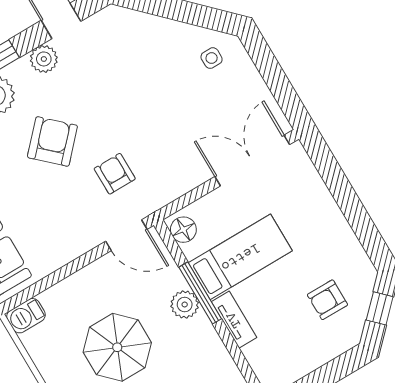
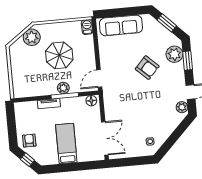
plant: (44, 59) -> (182, 107), moved
armchair: (115, 174) -> (124, 85), removed
bed: (240, 257) -> (66, 144), moved, turned 180
armchair: (327, 300) -> (29, 141), moved

